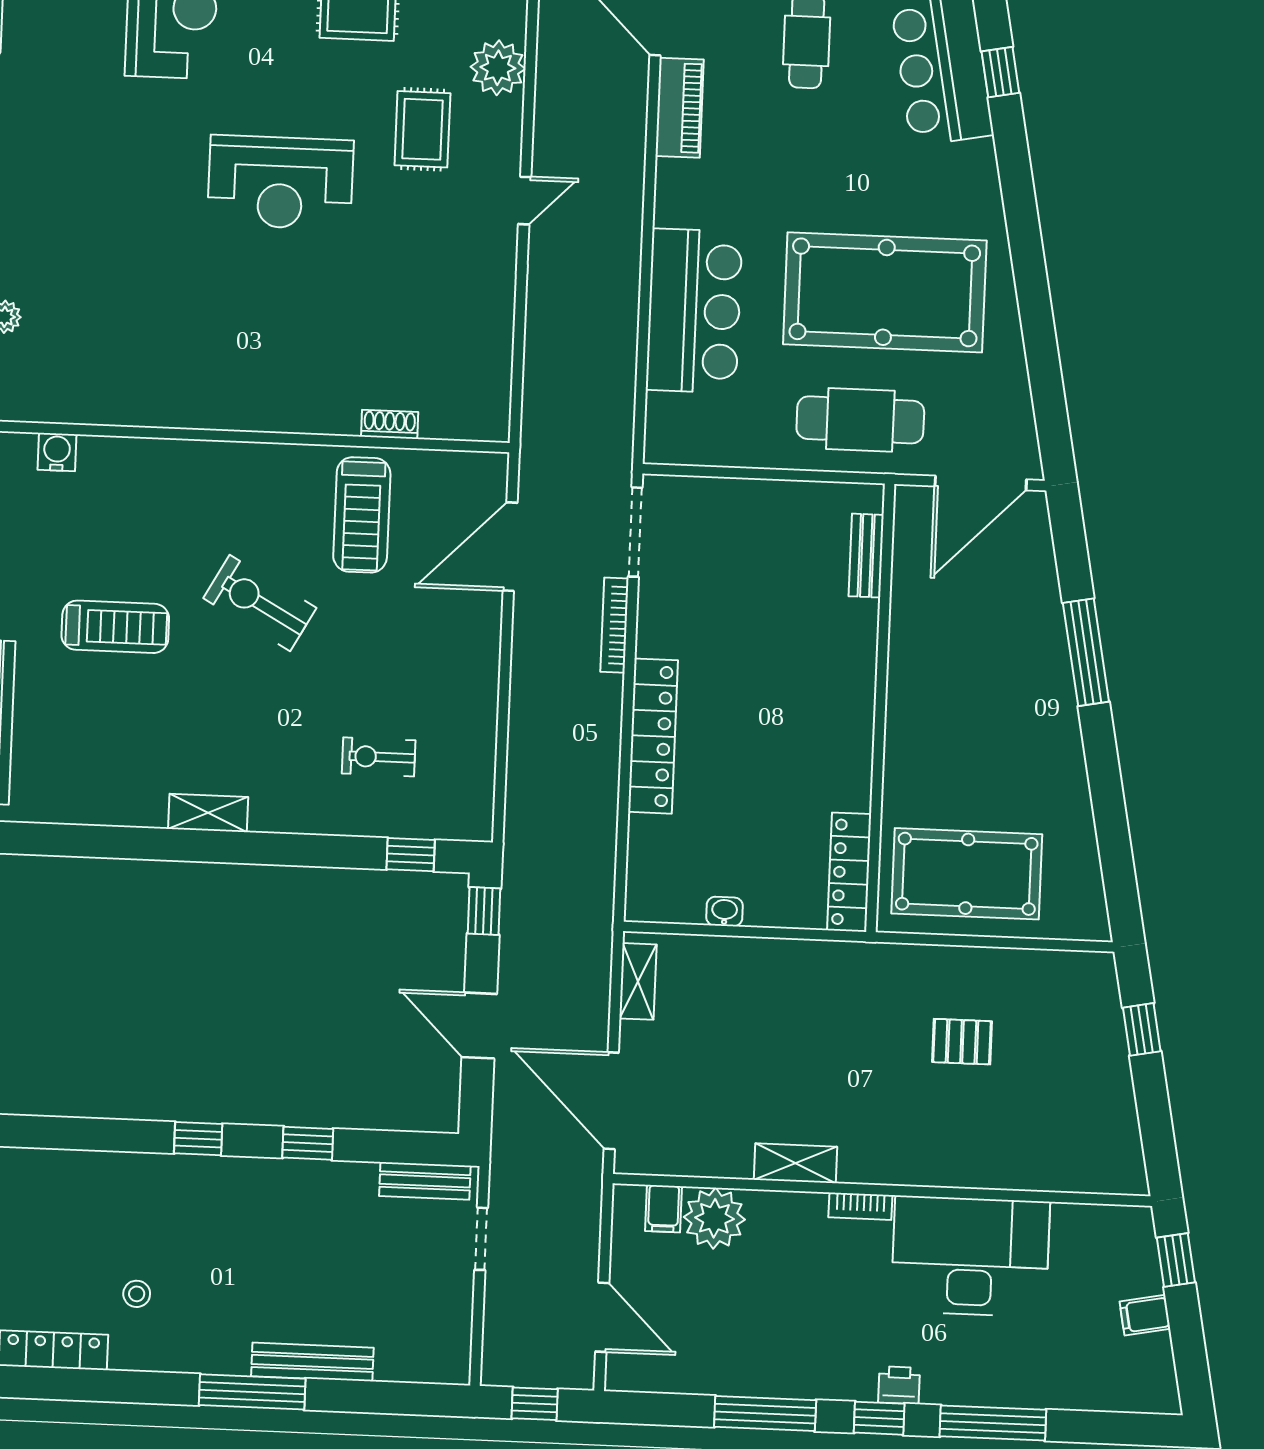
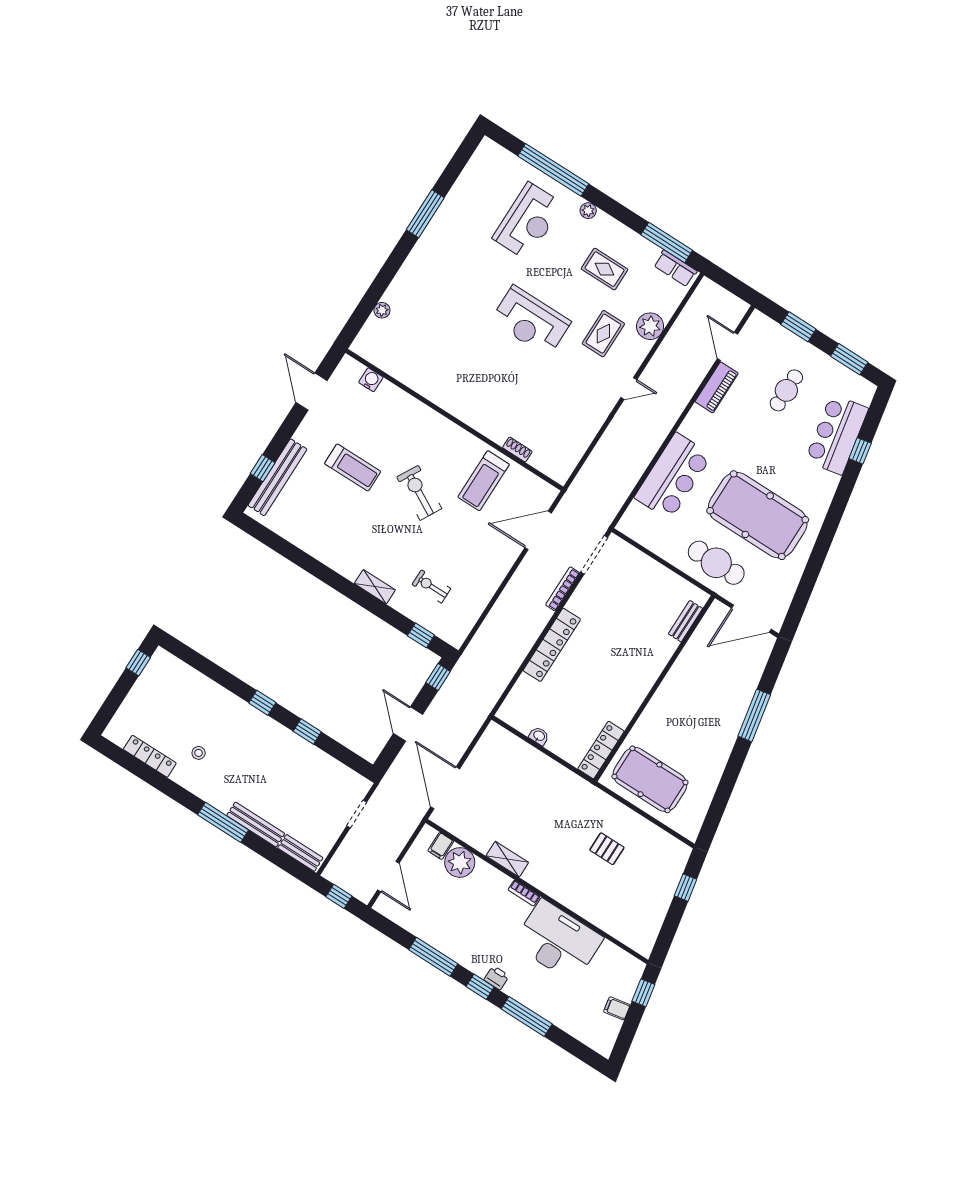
shelving: (208, 813) -> (375, 587), moved
shelving: (638, 981) -> (486, 744), removed
bench: (425, 1181) -> (300, 853), moved

